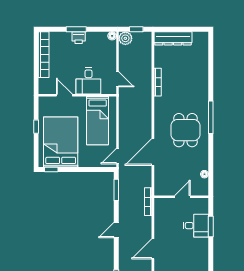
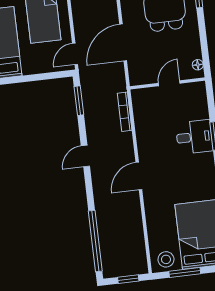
wall: (181, 197) -> (167, 83), moved
door: (182, 197) -> (169, 83), moved

